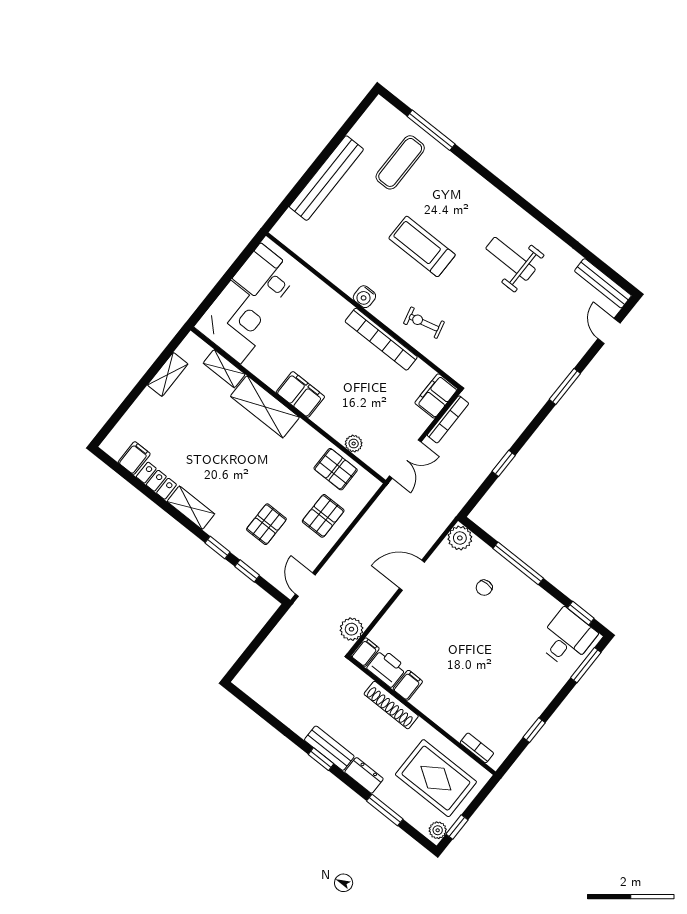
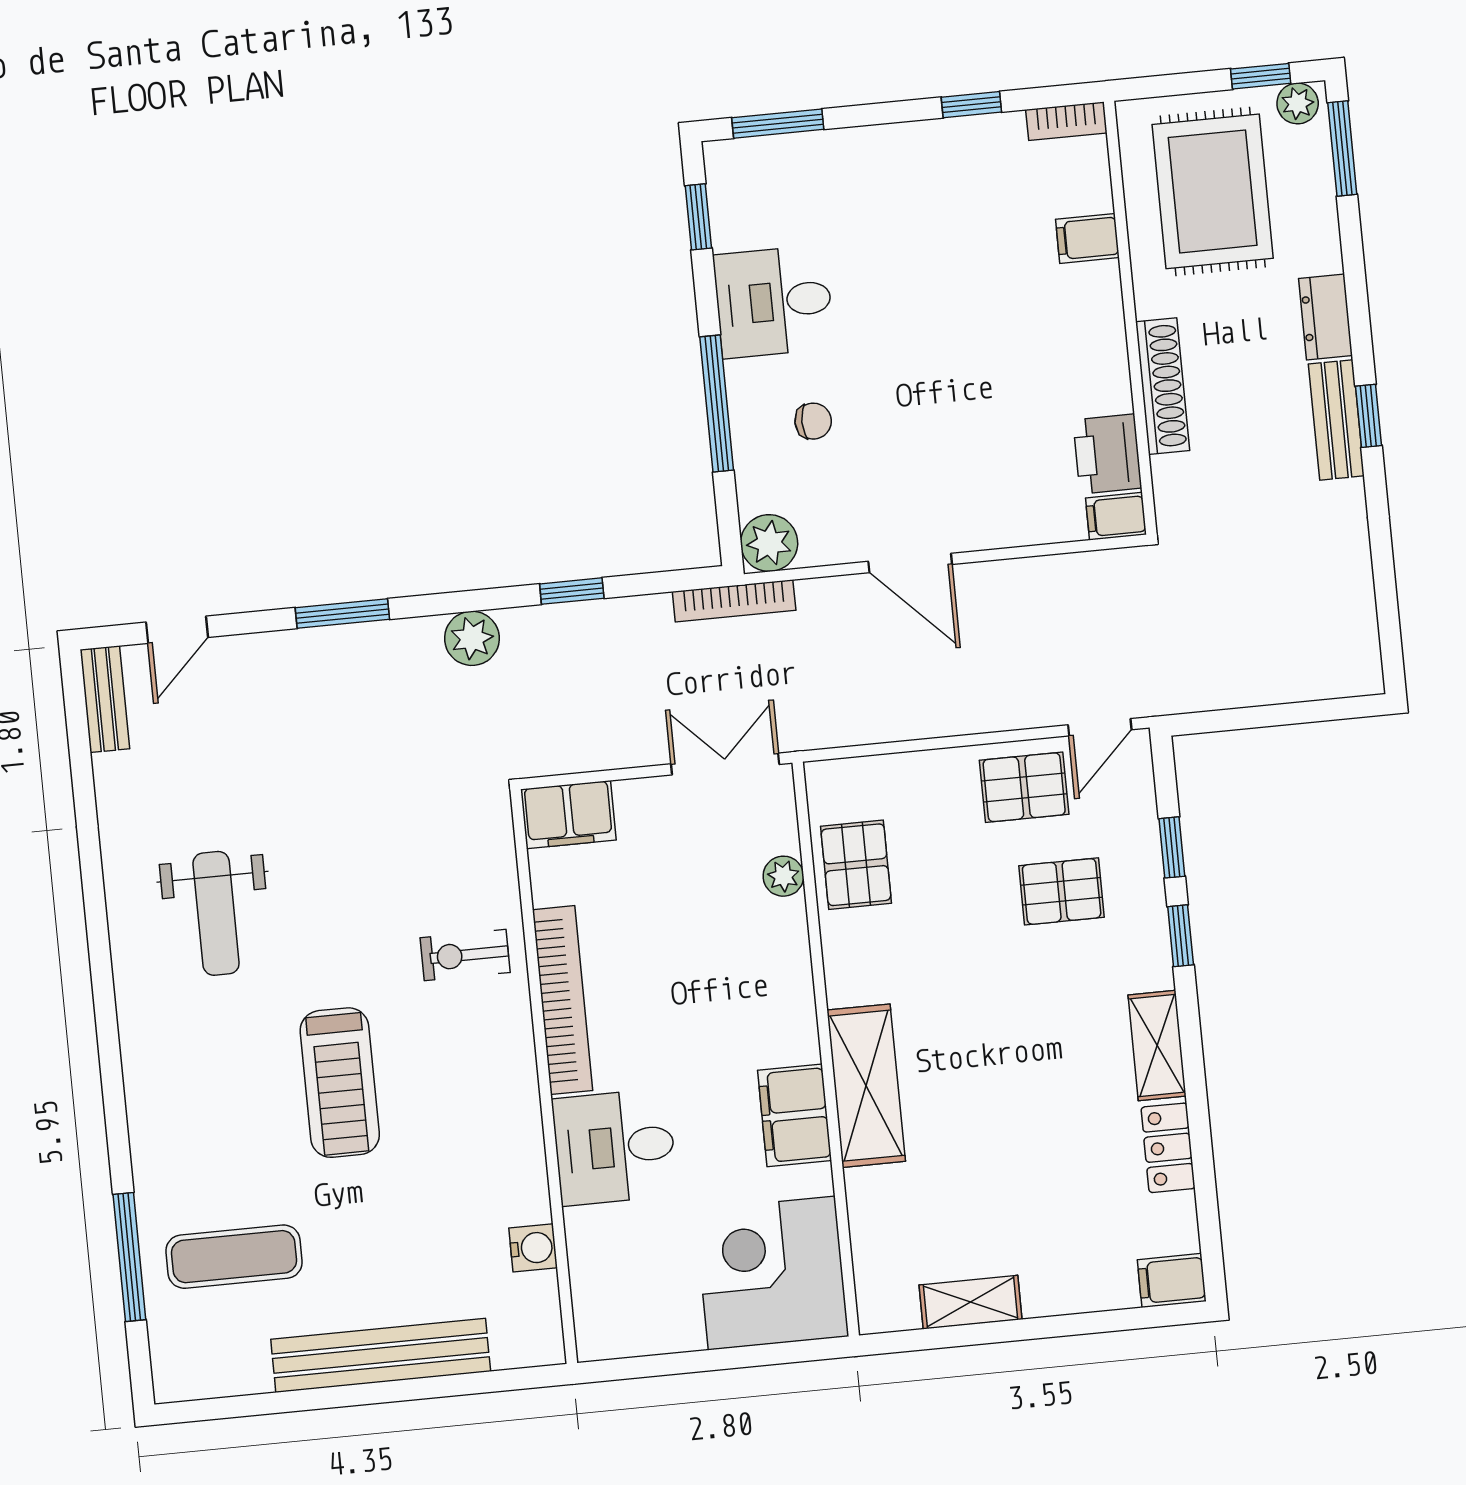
desk: (266, 276) -> (615, 1147), moved, turned 90
bench: (603, 283) -> (105, 699), width x0.73
water cooler: (364, 297) -> (533, 1248), moved
exercise bike: (424, 323) -> (465, 955), turned 104
shelving: (224, 369) -> (868, 1216), removed
filing cabinet: (300, 394) -> (795, 1115), moved
bookcase: (448, 419) -> (734, 601), moved, turned 180
filing cabinet: (134, 458) -> (1172, 1280), moved
pallet: (323, 516) -> (1024, 787), moved
plant: (351, 629) -> (472, 638), moved
desk: (567, 638) -> (774, 302), moved
filing cabinet: (408, 685) -> (1087, 238), moved
bookcase: (477, 748) -> (1066, 121), moved, turned -90
window: (385, 810) -> (1342, 149), moved

